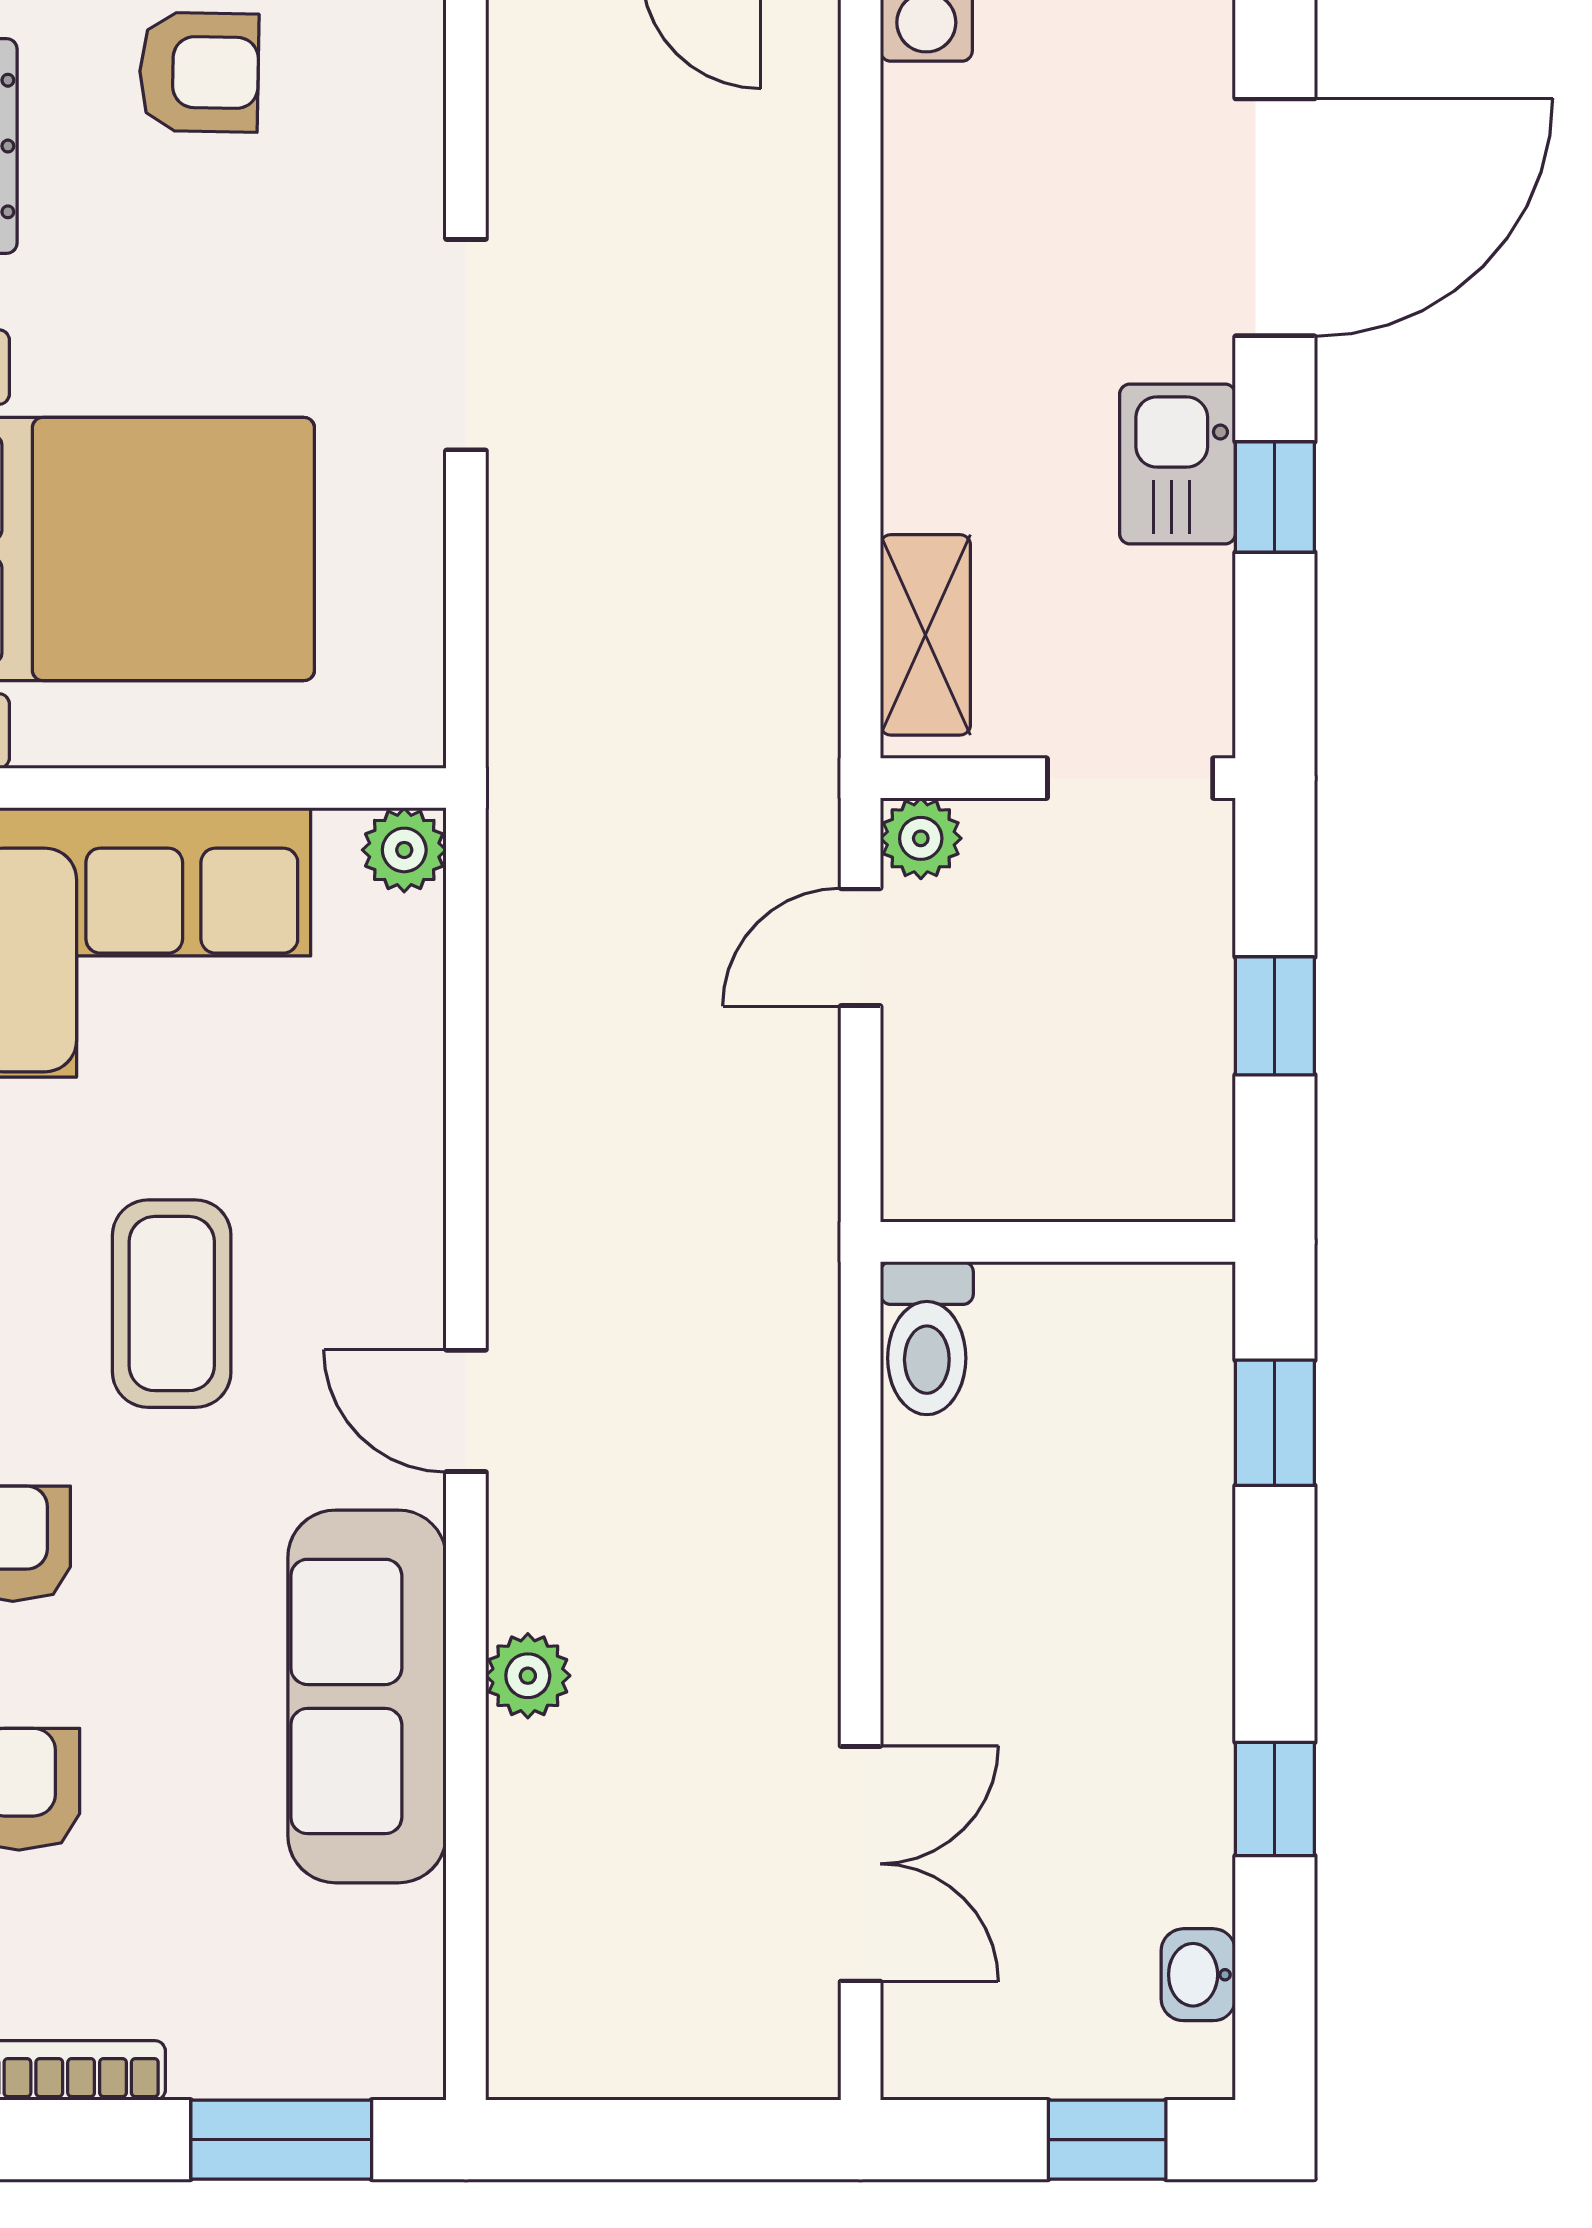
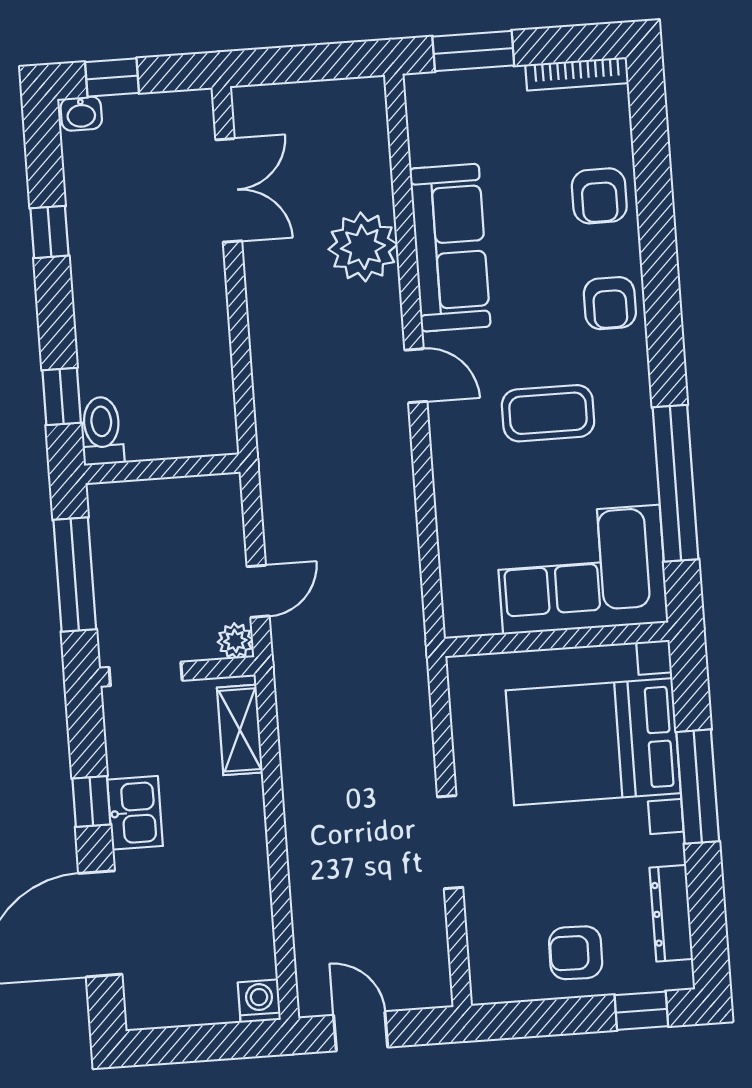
plant: (404, 850) -> (461, 619), removed
window: (1275, 1016) -> (75, 575), width x2.17
coffee table: (172, 1304) -> (548, 413), turned 90
toilet: (927, 1338) -> (102, 431), moved
plant: (528, 1676) -> (363, 247), width x1.88, depth x1.88
double door: (861, 1864) -> (229, 190), swing flipped
washbasin: (1198, 1975) -> (81, 114), moved, turned 90

